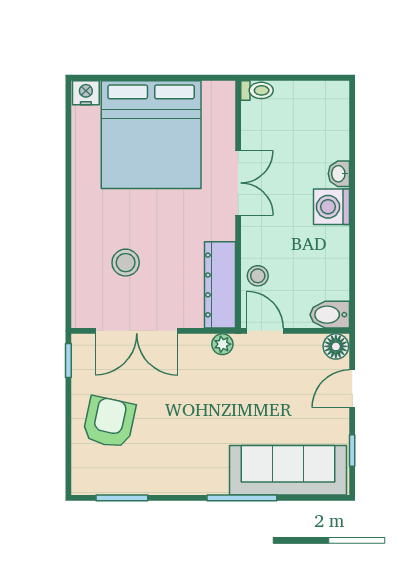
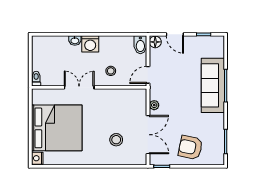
stool: (258, 276) -> (111, 71), moved
dresser: (220, 285) -> (127, 96), removed
plant: (222, 344) -> (154, 105), moved
sofa: (288, 470) -> (213, 85), moved

